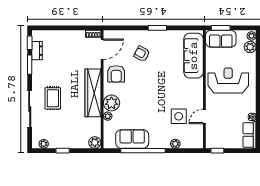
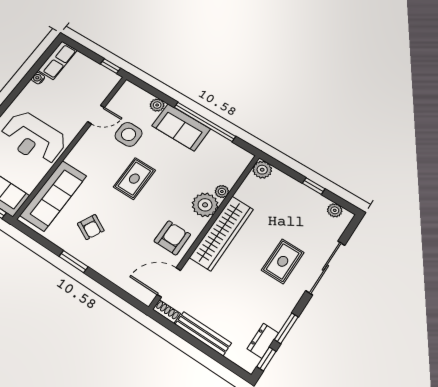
bench: (68, 35) -> (203, 334), added
armchair: (142, 54) -> (91, 227), moved
rug: (158, 93) -> (134, 179), added
sofa: (132, 139) -> (181, 127), moved

